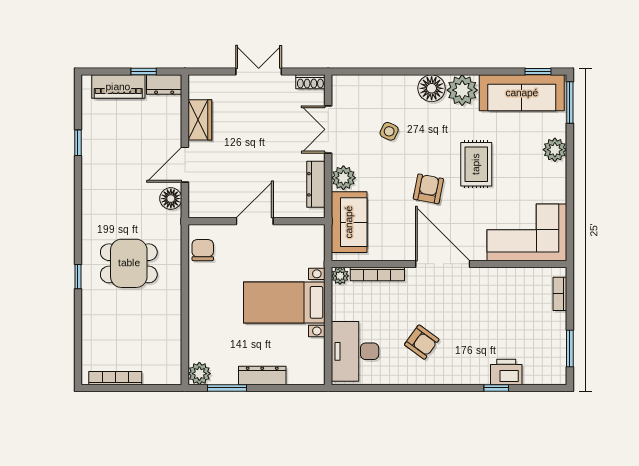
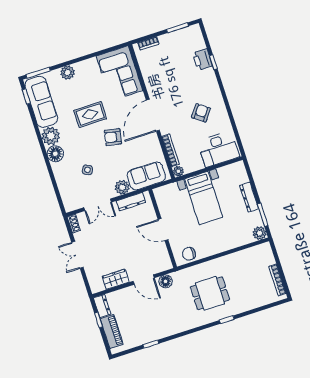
dining table: (129, 263) -> (210, 293), turned 90

